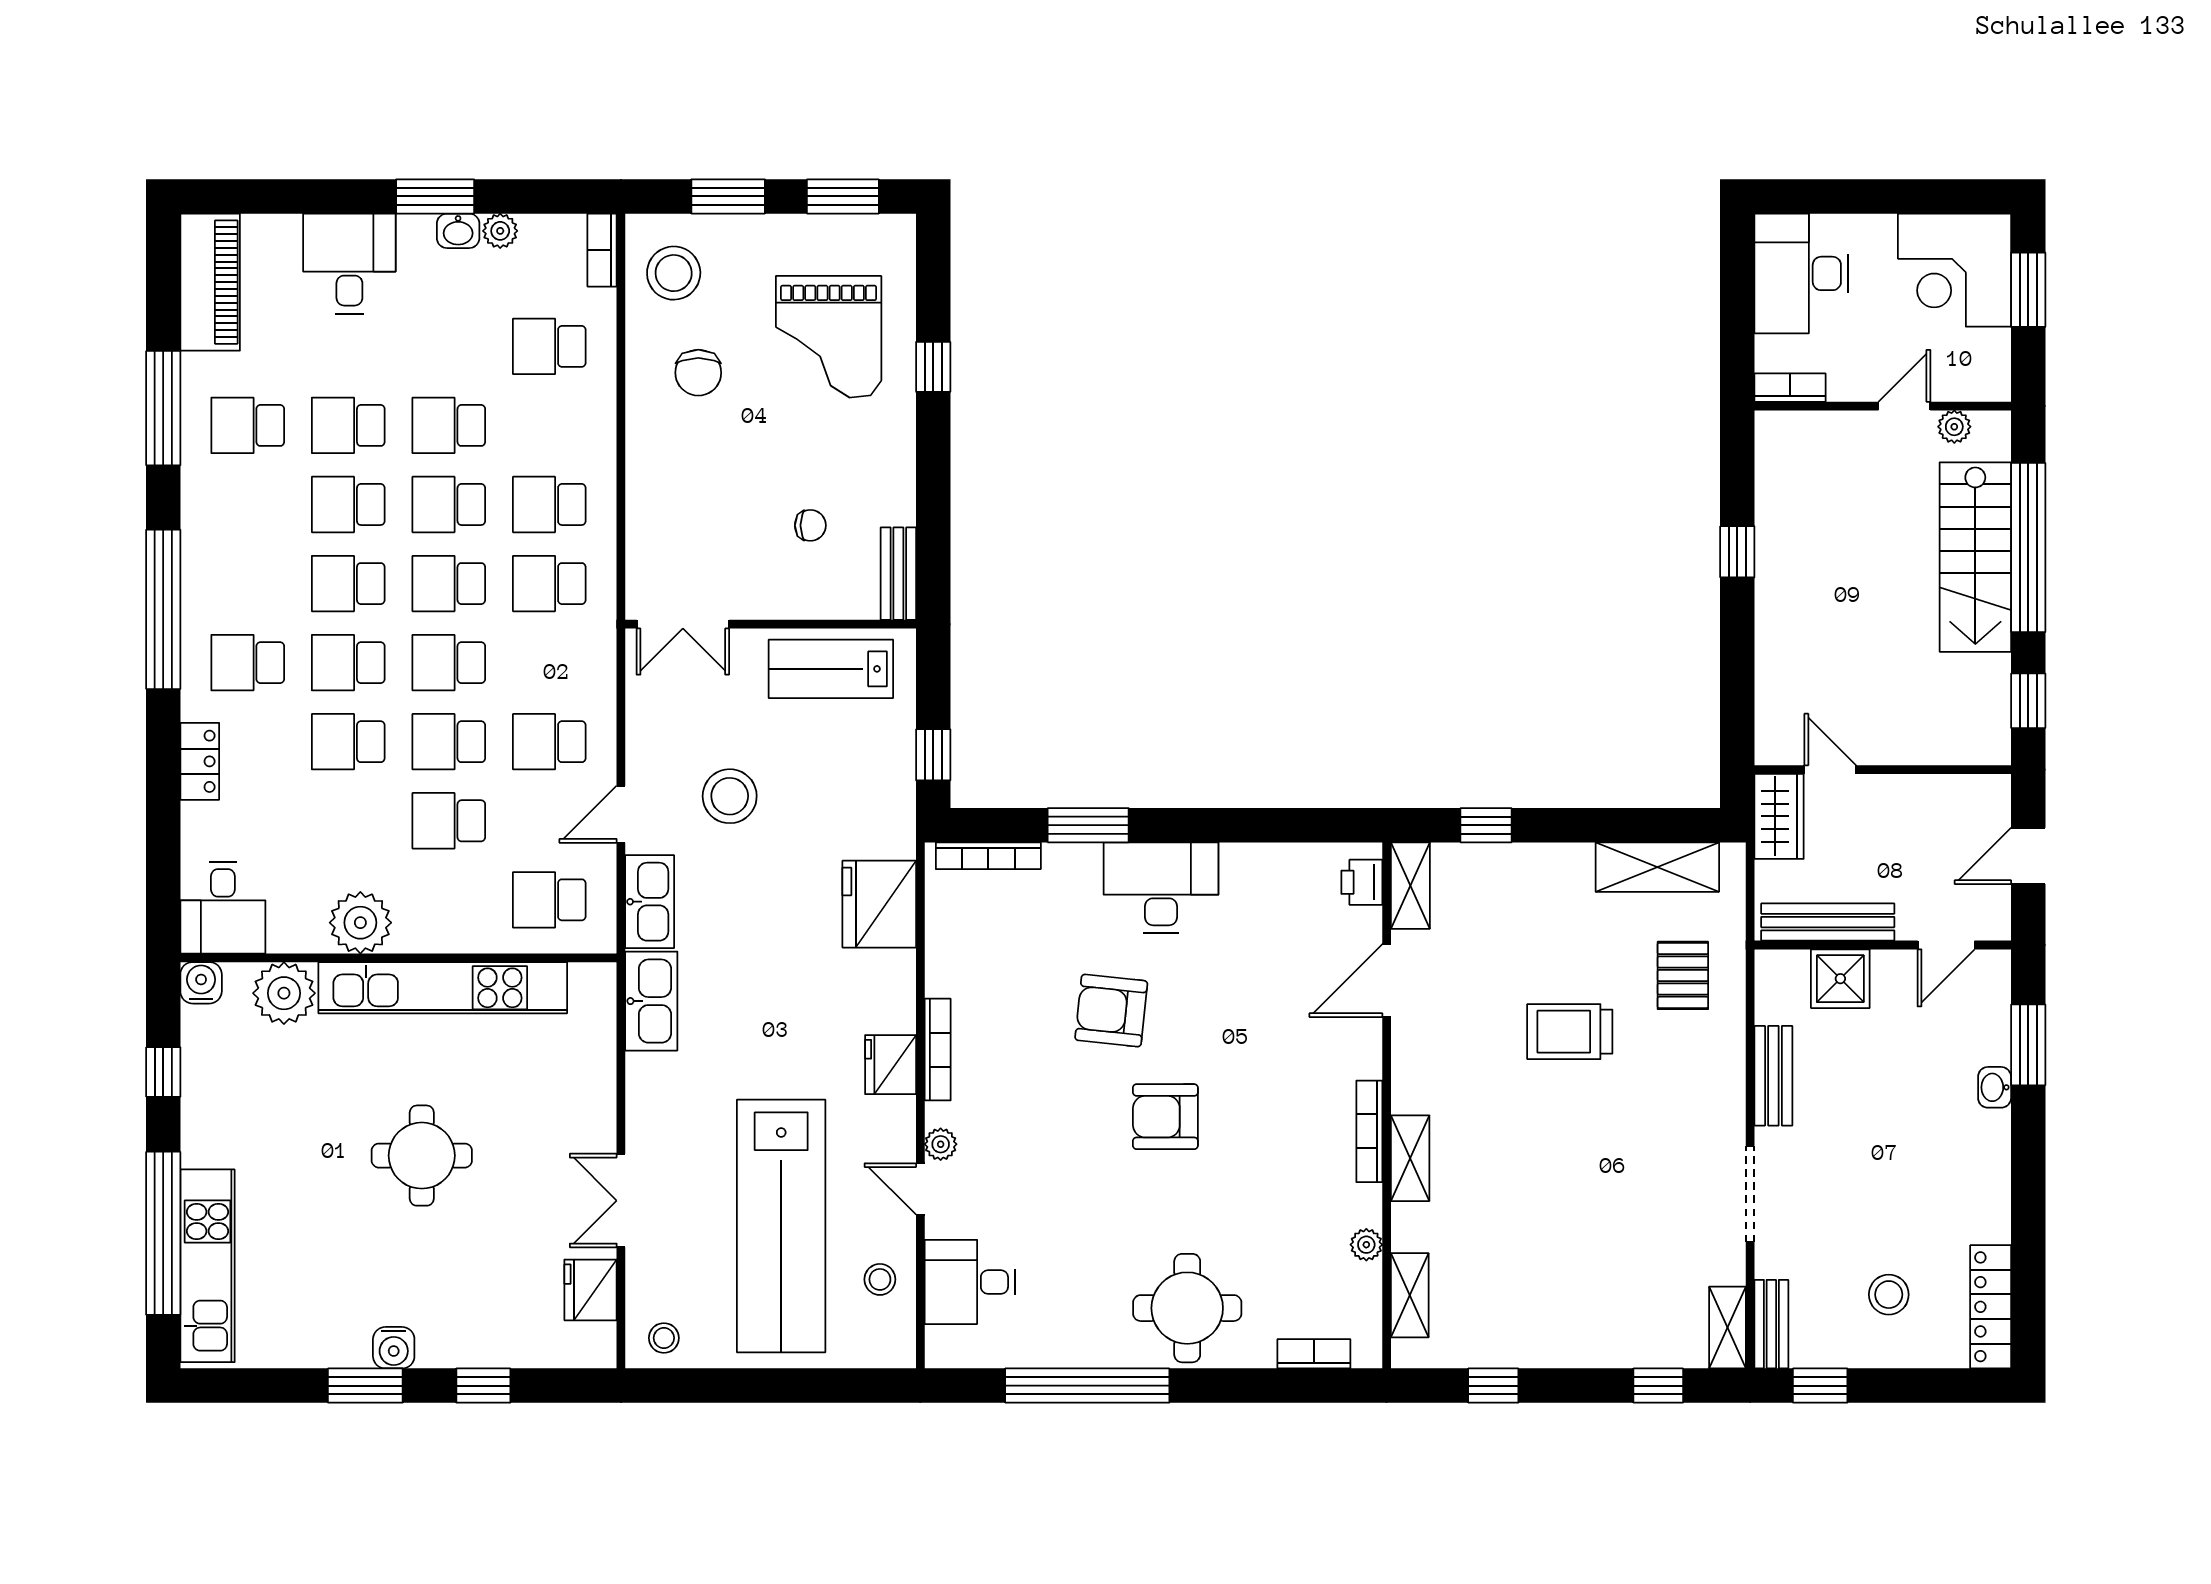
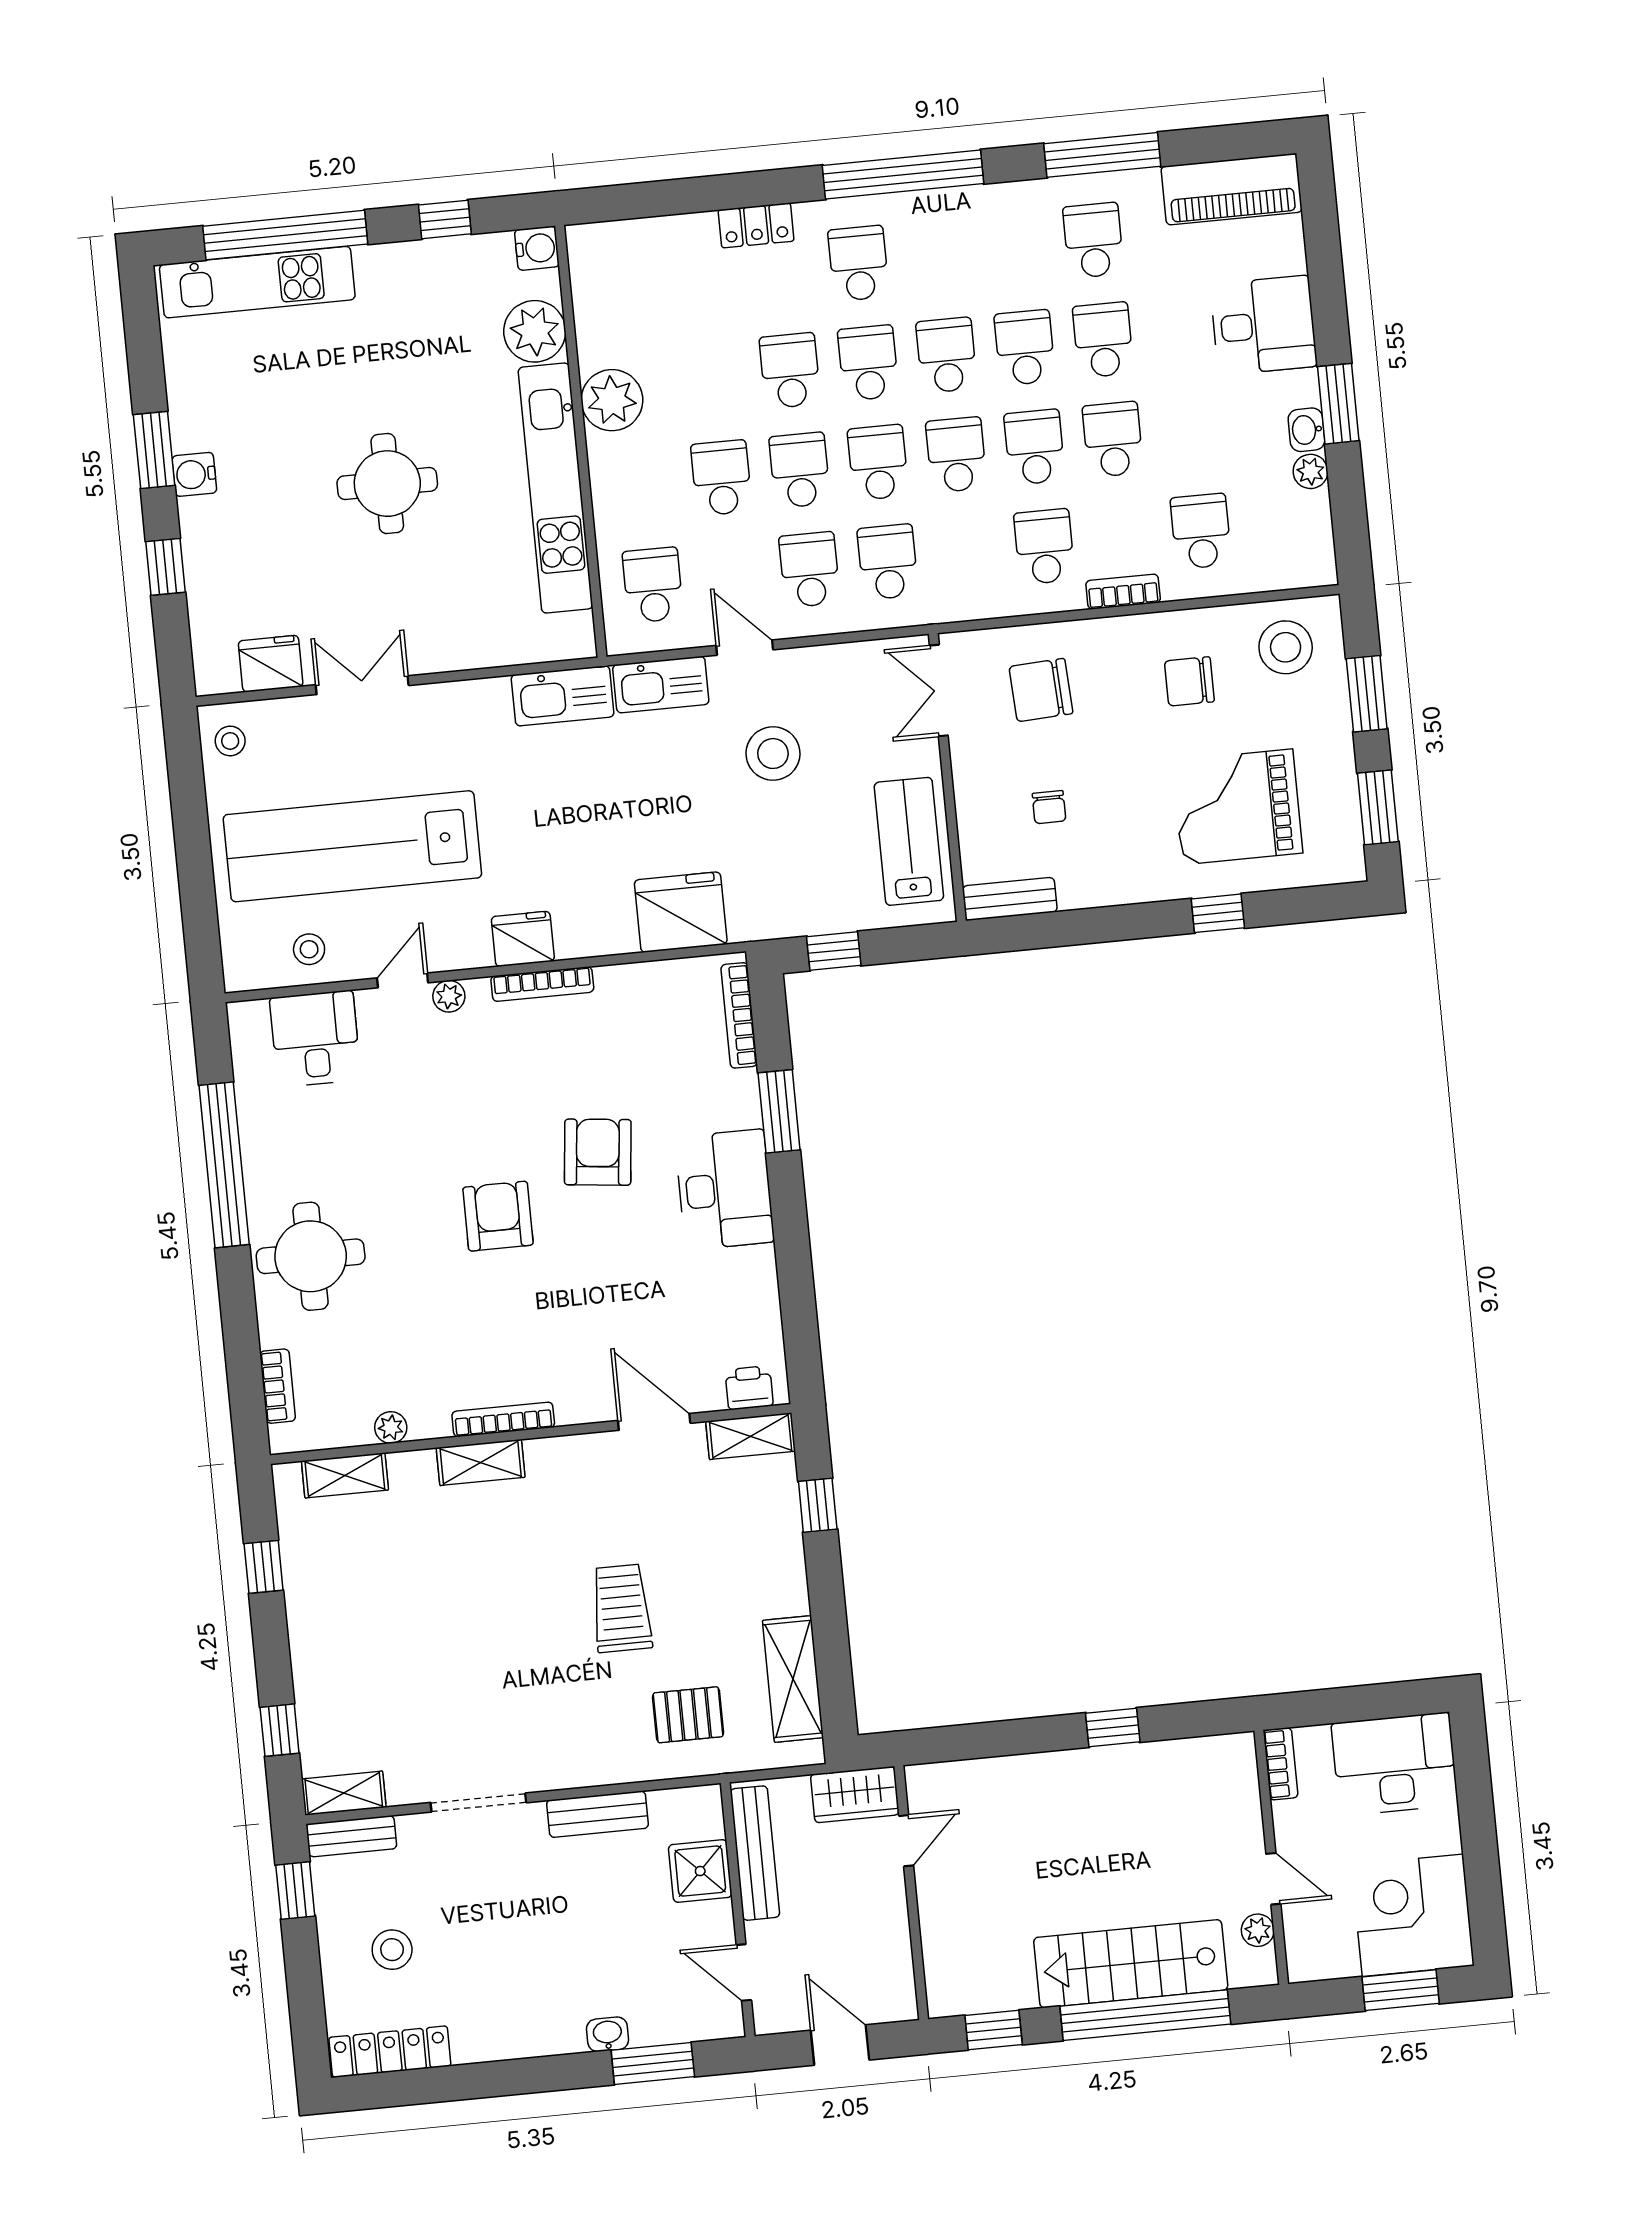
bookcase: (602, 250) -> (1123, 592), moved
chair: (692, 522) -> (1041, 690), added
school desk: (549, 584) -> (888, 562), moved
desk: (223, 908) -> (613, 263), removed

